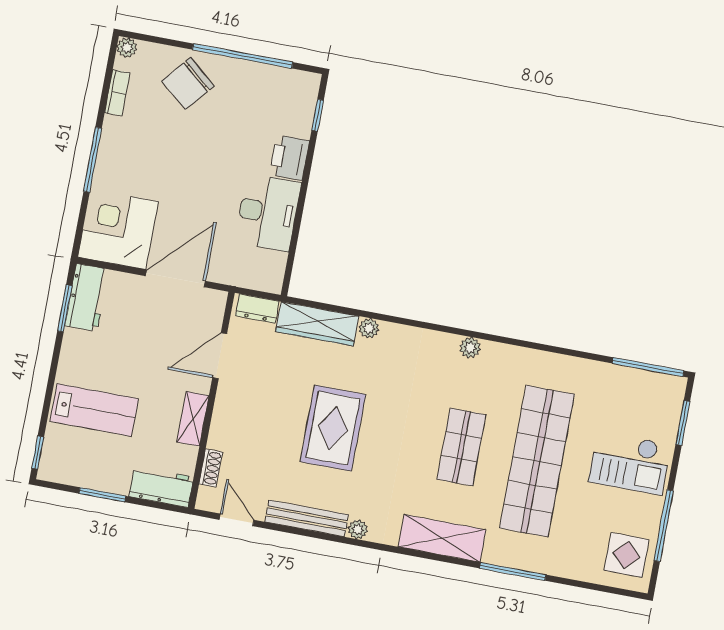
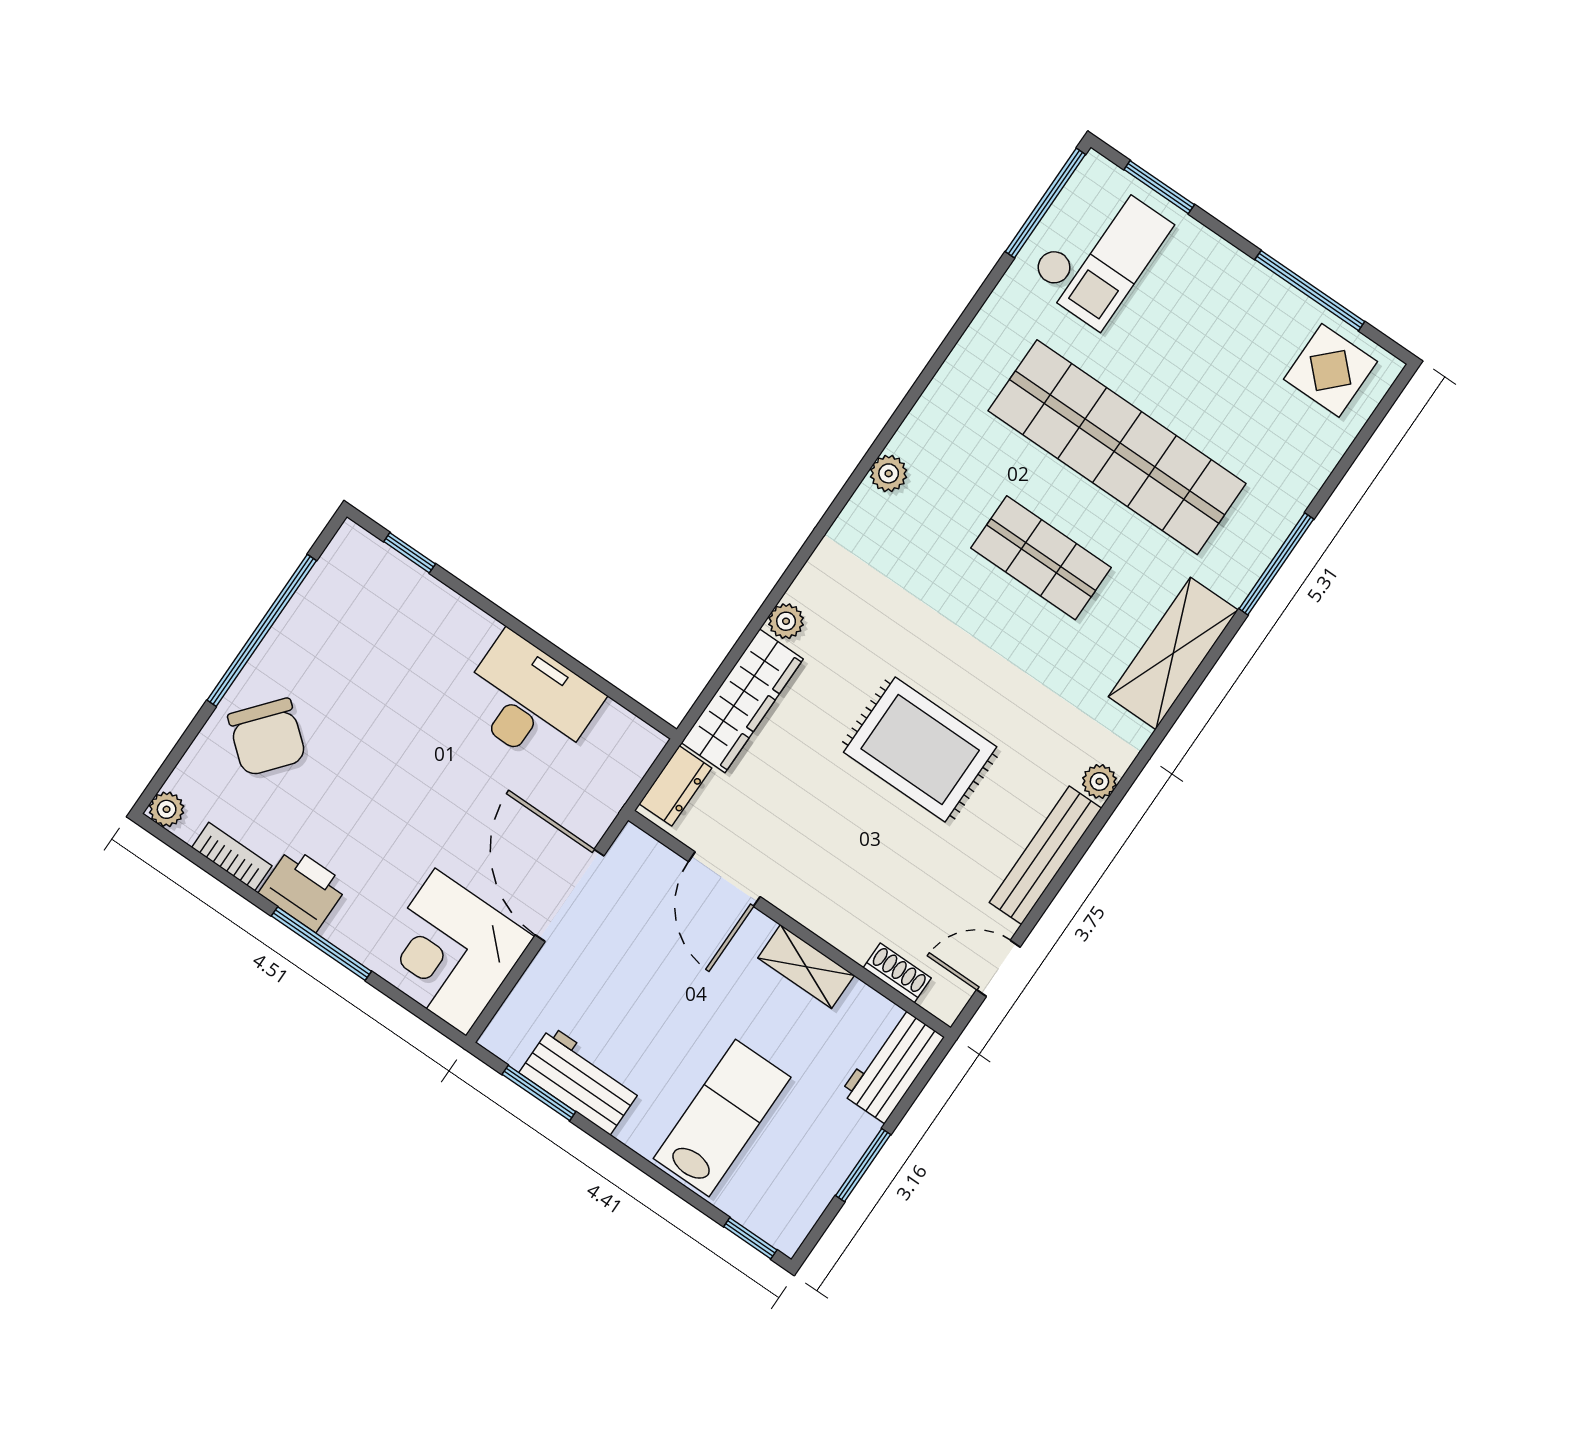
printer: (289, 158) -> (303, 889), moved, turned 180
workbench: (87, 297) -> (581, 1080), moved
checkout: (630, 463) -> (1100, 253), moved

